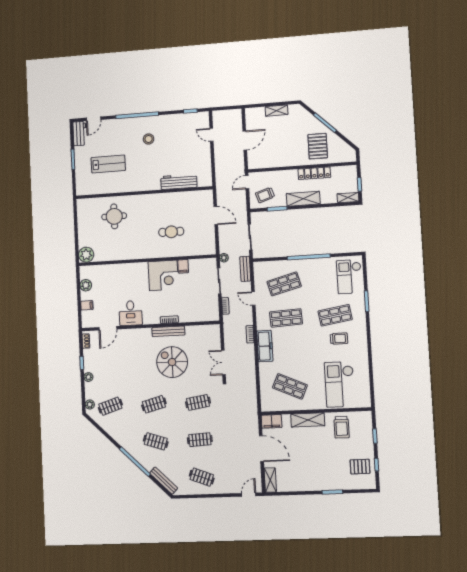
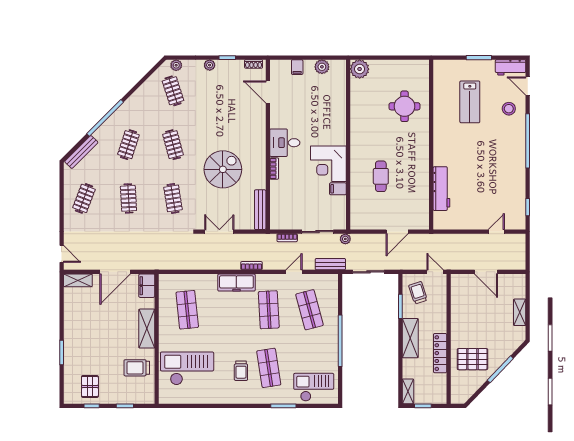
stool: (149, 139) -> (509, 109), moved
desk: (131, 313) -> (285, 143), moved
bench: (168, 331) -> (260, 210), moved
shop shelf: (290, 386) -> (187, 310), turned -30

